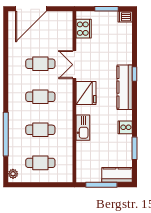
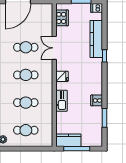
kitchen counter: (125, 87) -> (96, 39), moved
fridge: (86, 93) -> (62, 76), width x0.53, depth x0.75
kitchen counter: (117, 175) -> (68, 140), moved

